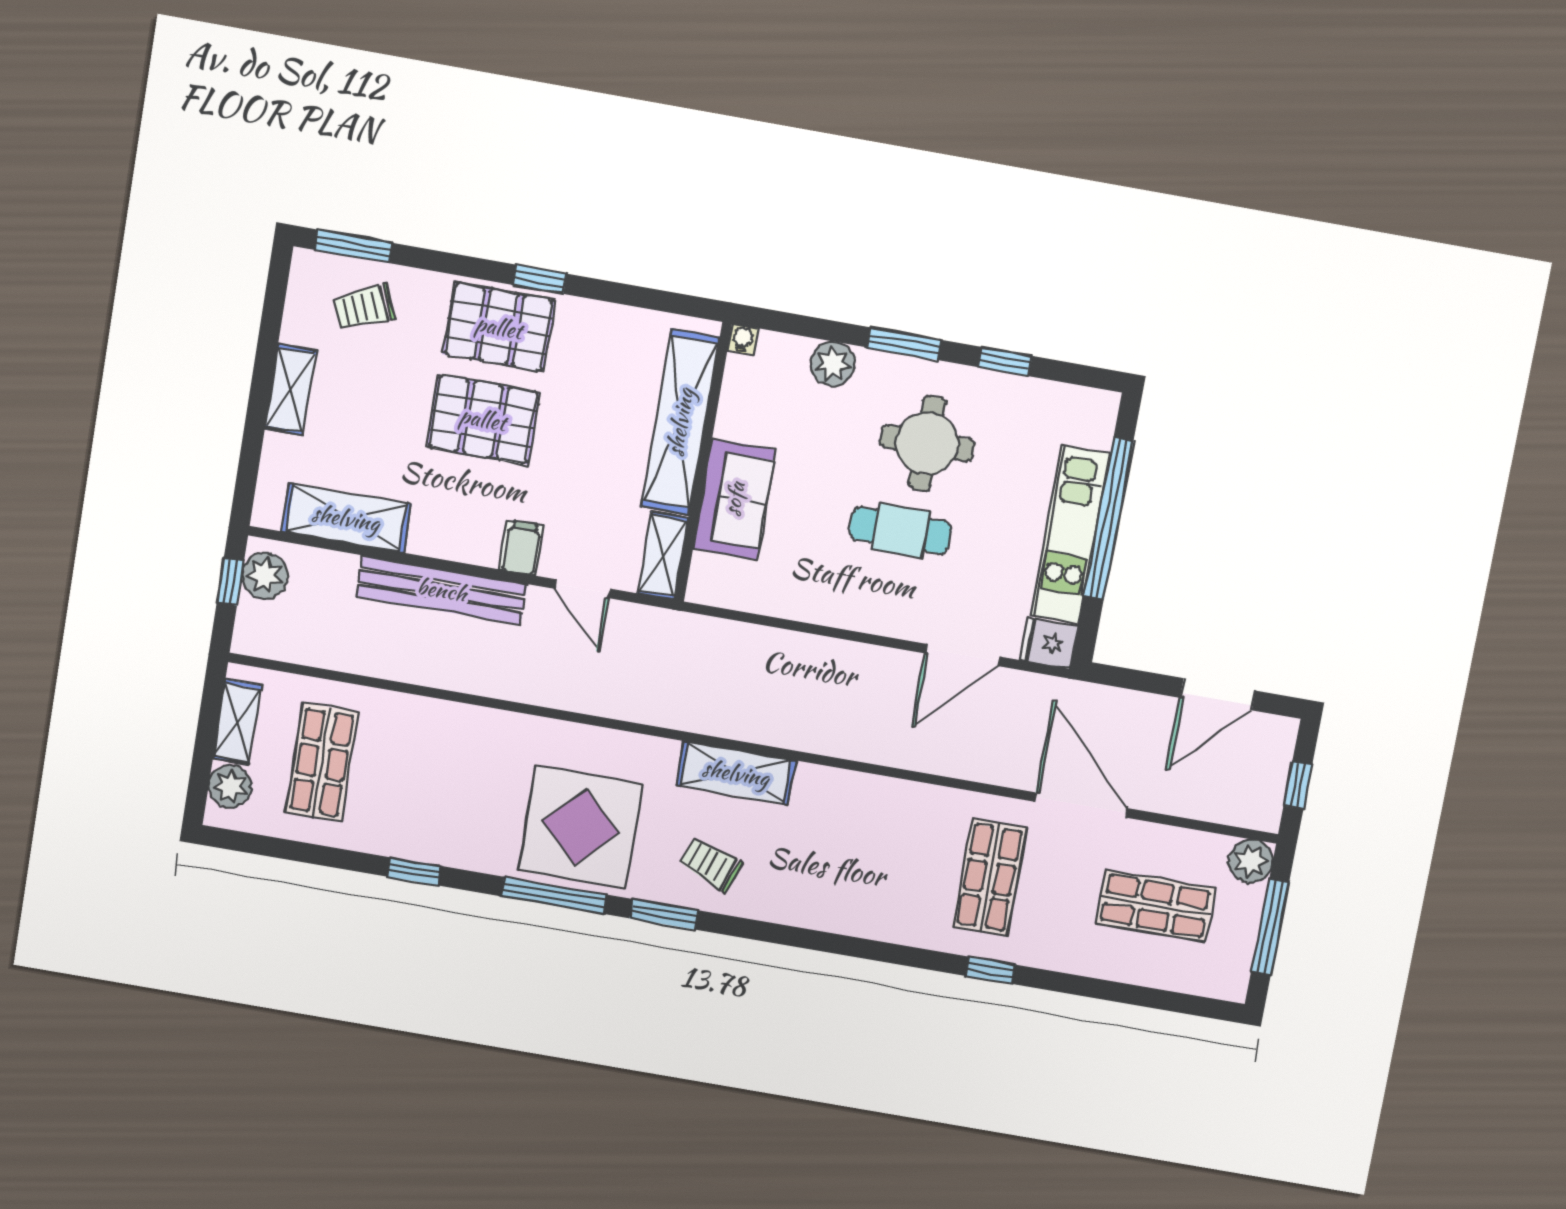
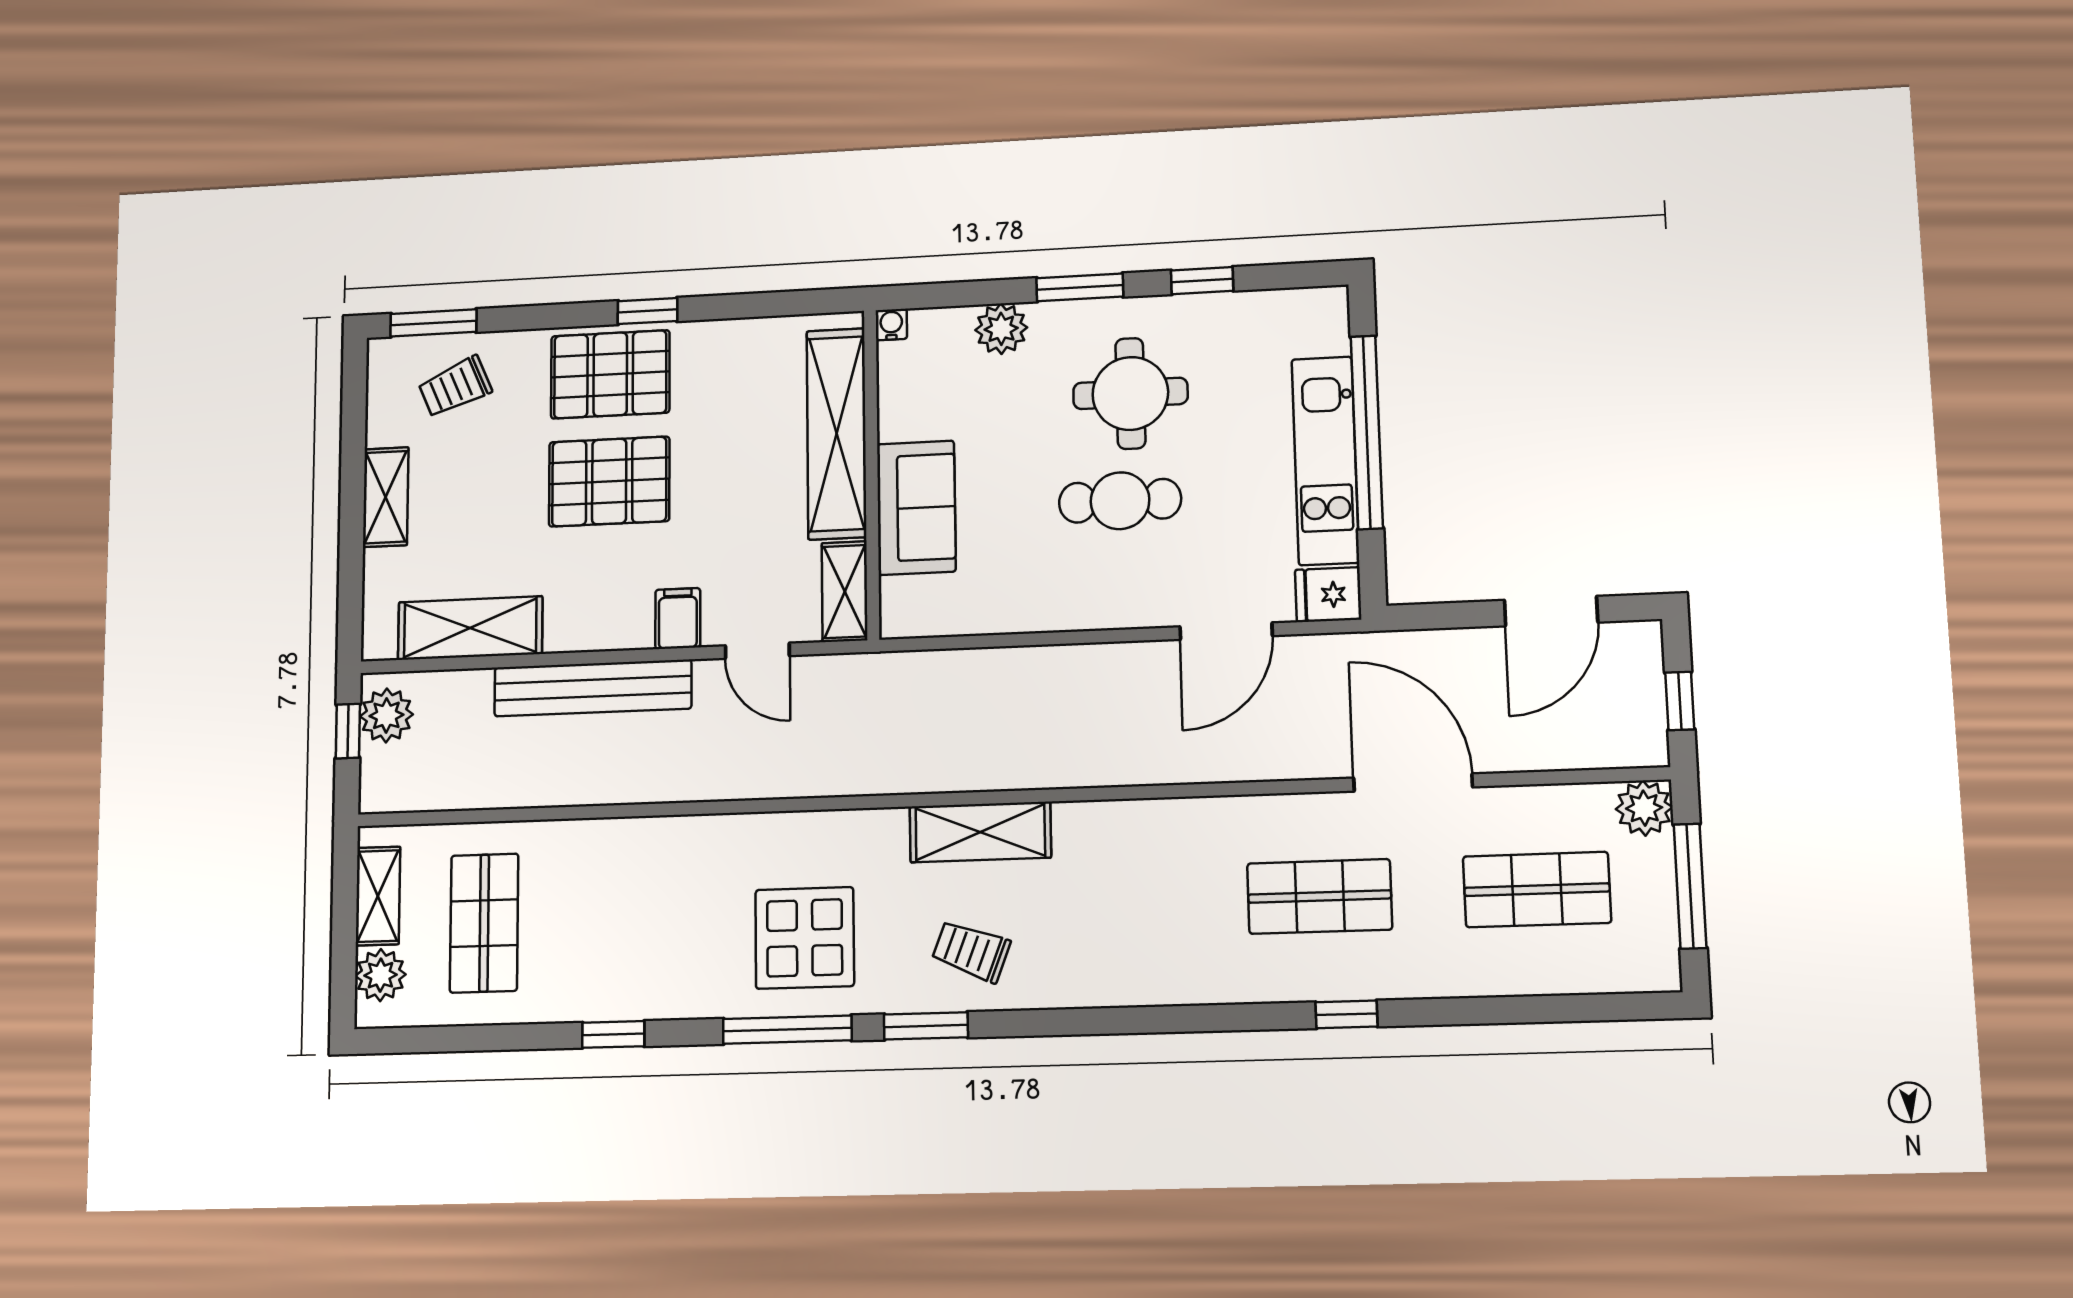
display table: (581, 827) -> (805, 938), width x0.73, depth x0.73
shop shelf: (990, 877) -> (1320, 896), turned 90

